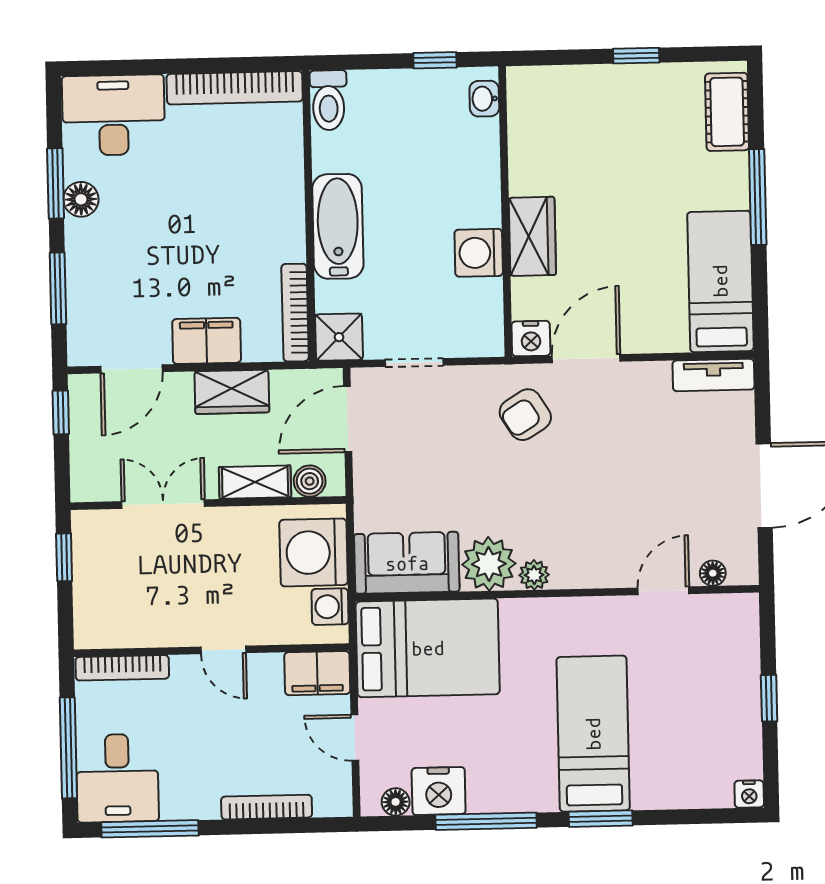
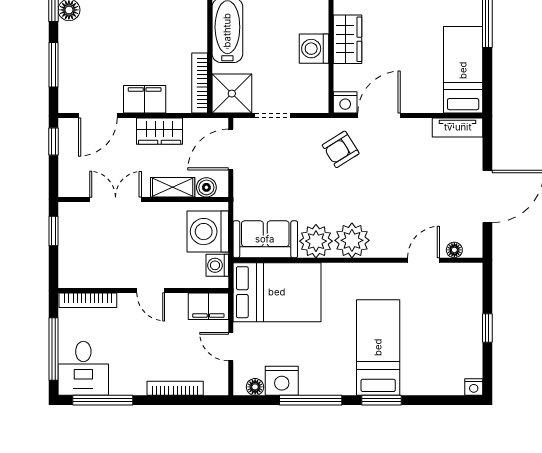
shower: (339, 337) -> (232, 94), width x1.36, depth x1.36
plant: (534, 575) -> (352, 240), width x1.88, depth x1.88

